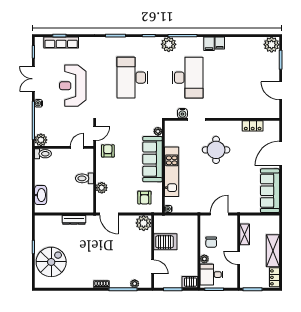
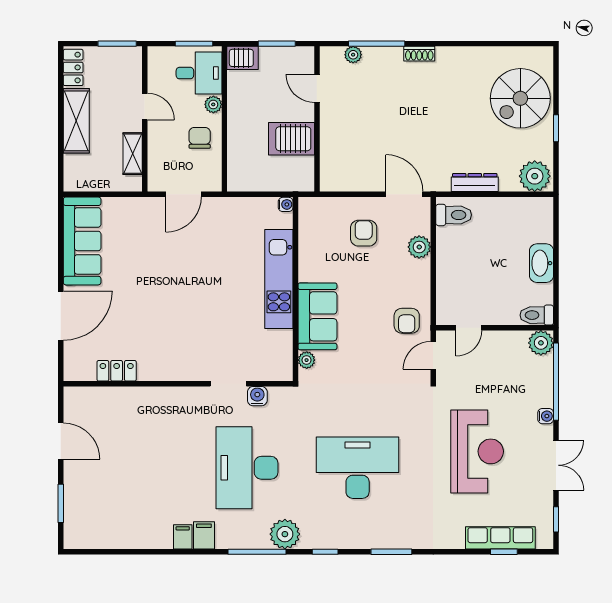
plant: (272, 45) -> (79, 534), removed
desk: (132, 78) -> (358, 468), turned -90
round table: (216, 150) -> (190, 323), removed
sofa: (152, 159) -> (317, 316), width x0.73
toilet: (84, 178) -> (454, 215), moved
washbasin: (41, 195) -> (542, 263), moved
armchair: (144, 198) -> (364, 233), moved
plant: (144, 223) -> (535, 176), moved

